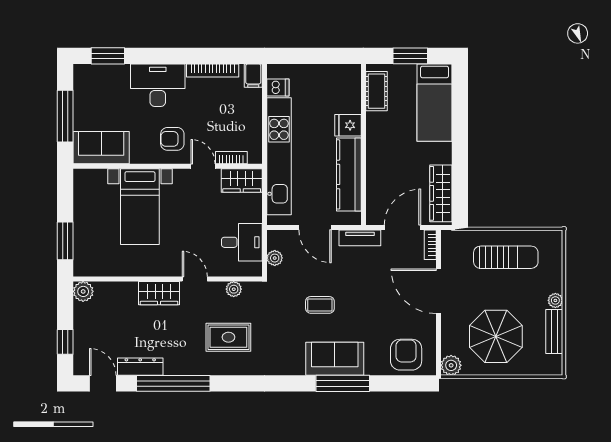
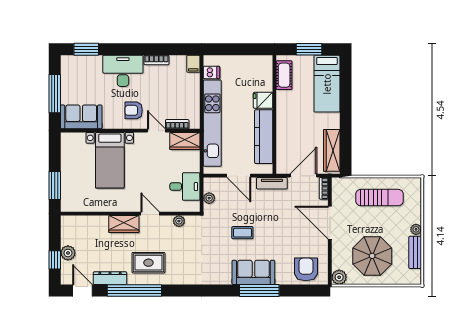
bookcase: (213, 70) -> (156, 60), width x0.64
plant: (83, 291) -> (68, 253), moved
rug: (228, 337) -> (148, 263), moved

